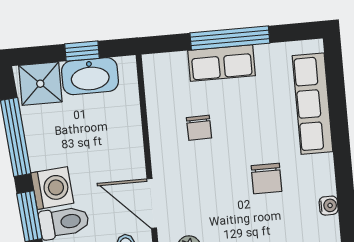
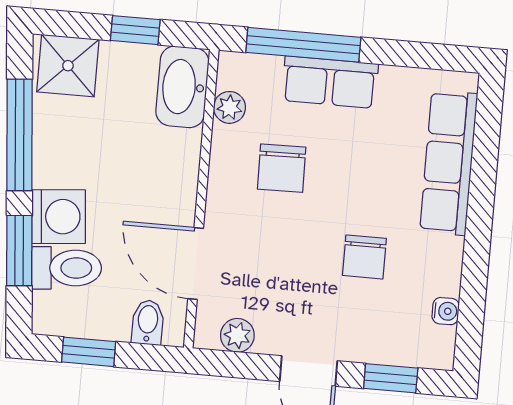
window: (230, 38) -> (303, 45), moved
washbasin: (90, 76) -> (182, 87), moved, turned 90
plant: (156, 93) -> (230, 107), added
chair: (199, 128) -> (282, 168), width x1.37, depth x1.37

